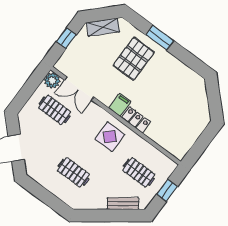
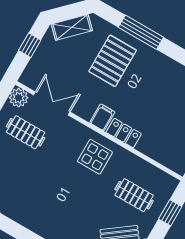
window: (160, 38) -> (141, 32), width x1.44
double door: (79, 88) -> (52, 103), swing flipped
clothes rail: (74, 172) -> (56, 204), removed

